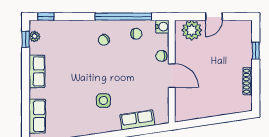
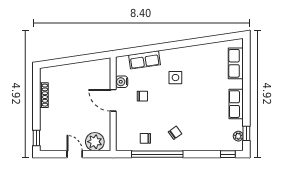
door: (214, 17) -> (75, 154), hinge flipped
water cooler: (162, 27) -> (122, 82), moved
window: (256, 51) -> (36, 138), moved
chair: (161, 56) -> (142, 96), moved

